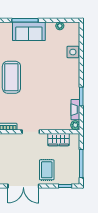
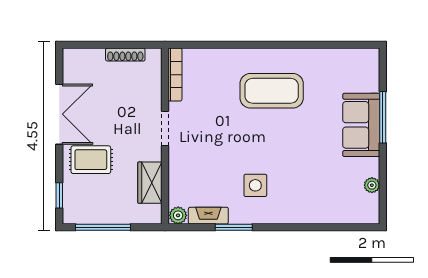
side table: (73, 52) -> (255, 185), moved
double door: (23, 186) -> (59, 114), swing flipped

